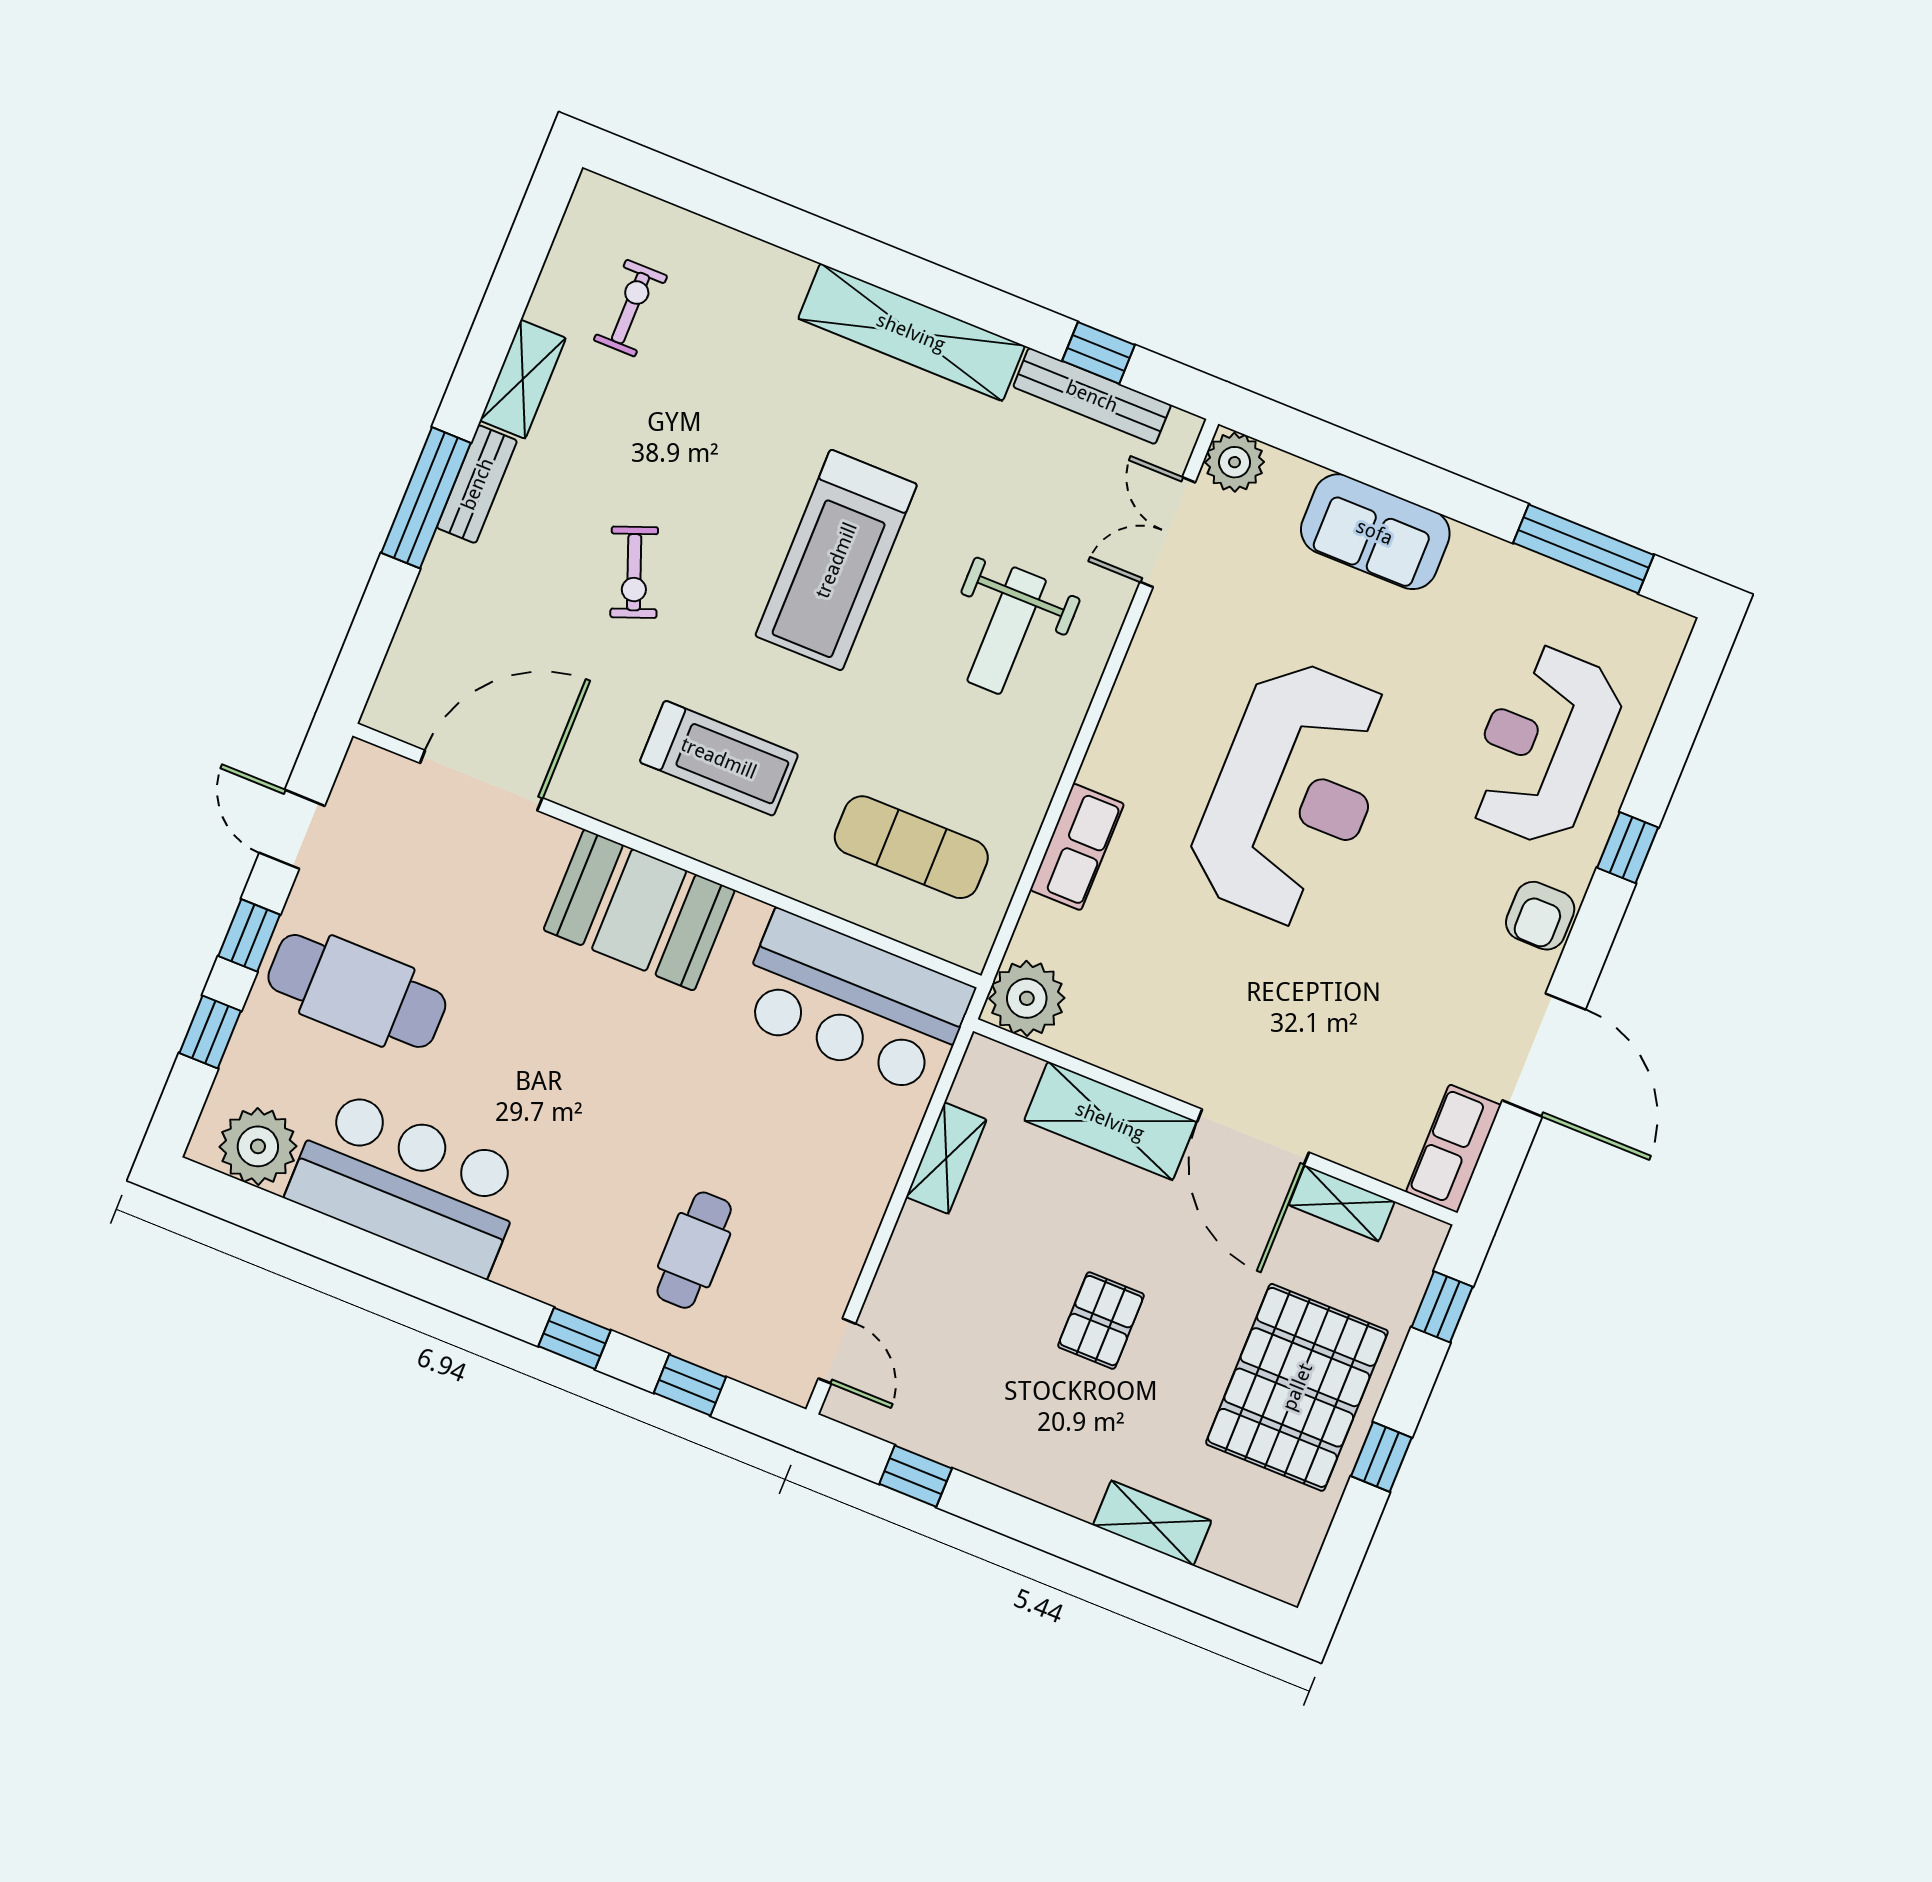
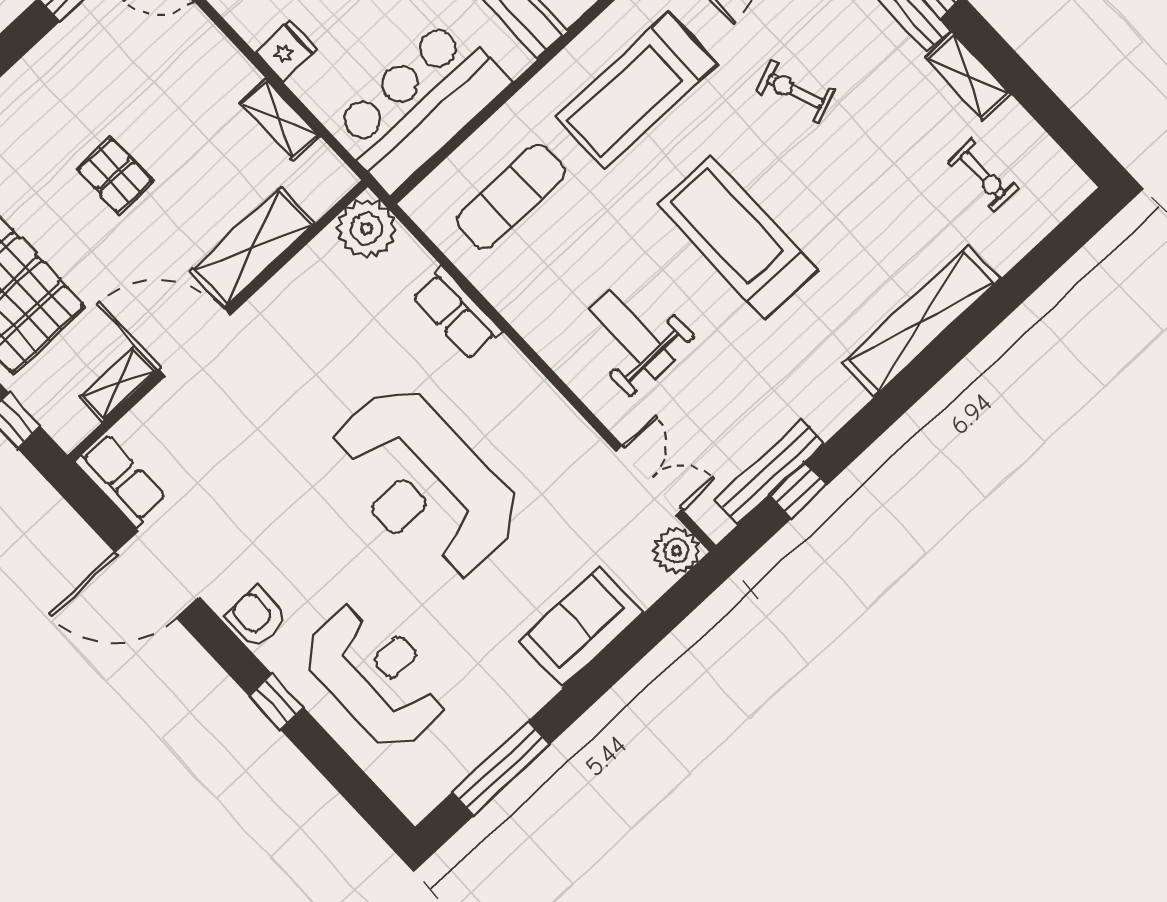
shelving: (911, 332) -> (921, 321), moved
treadmill: (719, 758) -> (636, 90), width x1.37, depth x1.38
fridge: (863, 1188) -> (286, 51), added

